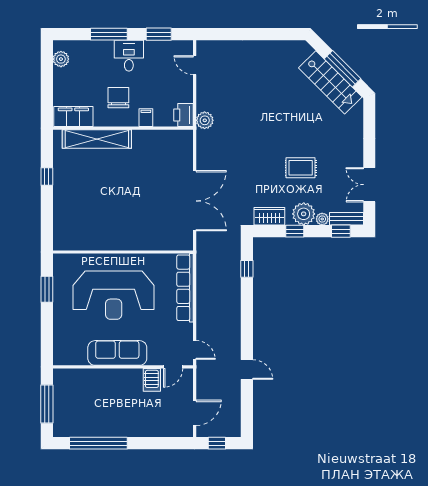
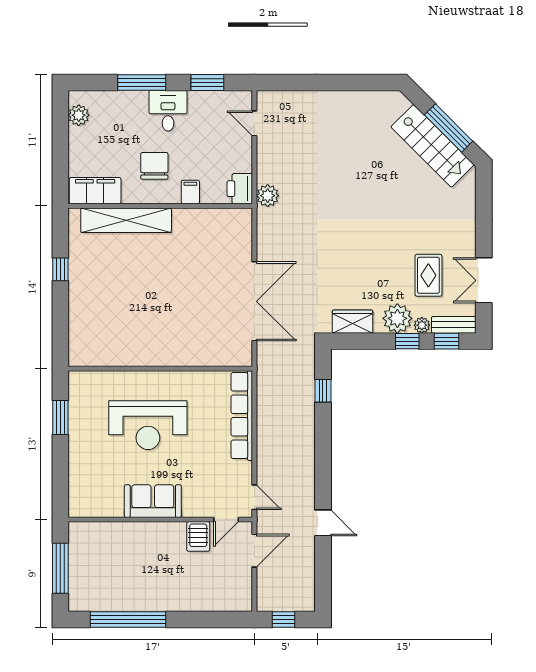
rug: (301, 168) -> (428, 275), moved, turned 90
window: (295, 231) -> (407, 341), moved
reception desk: (114, 295) -> (148, 425), width x0.74, depth x0.77
sofa: (117, 353) -> (153, 501), width x0.73
door: (195, 413) -> (254, 551), moved

